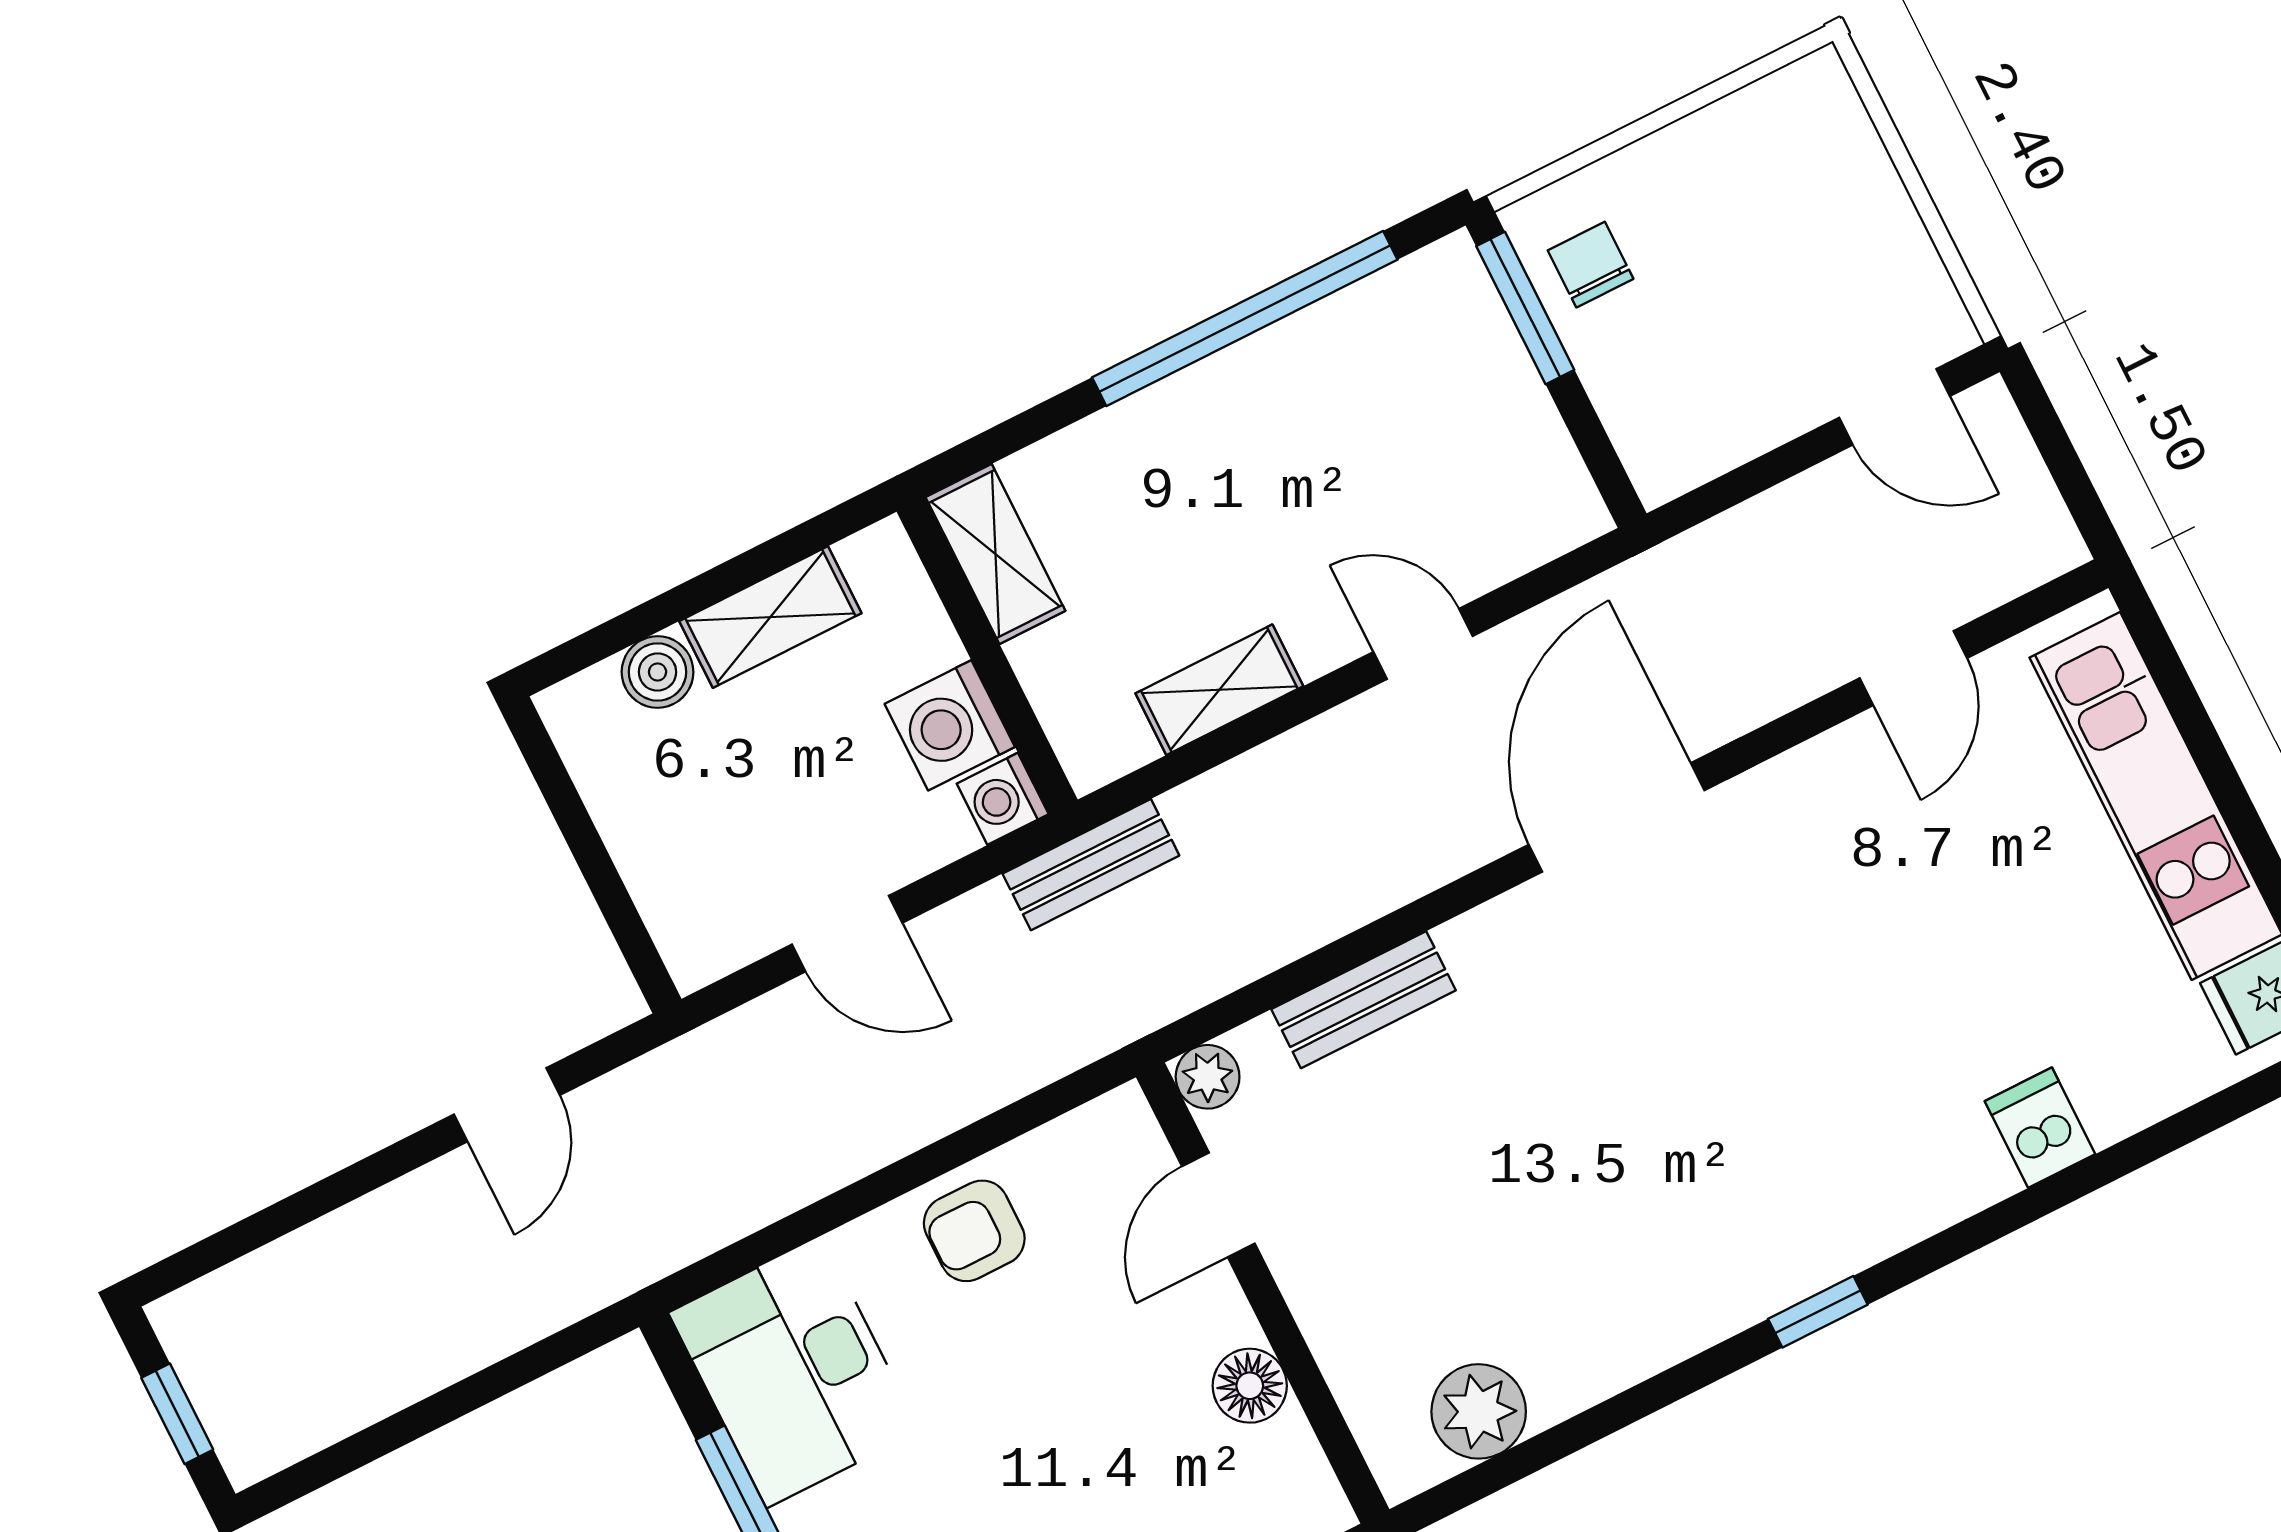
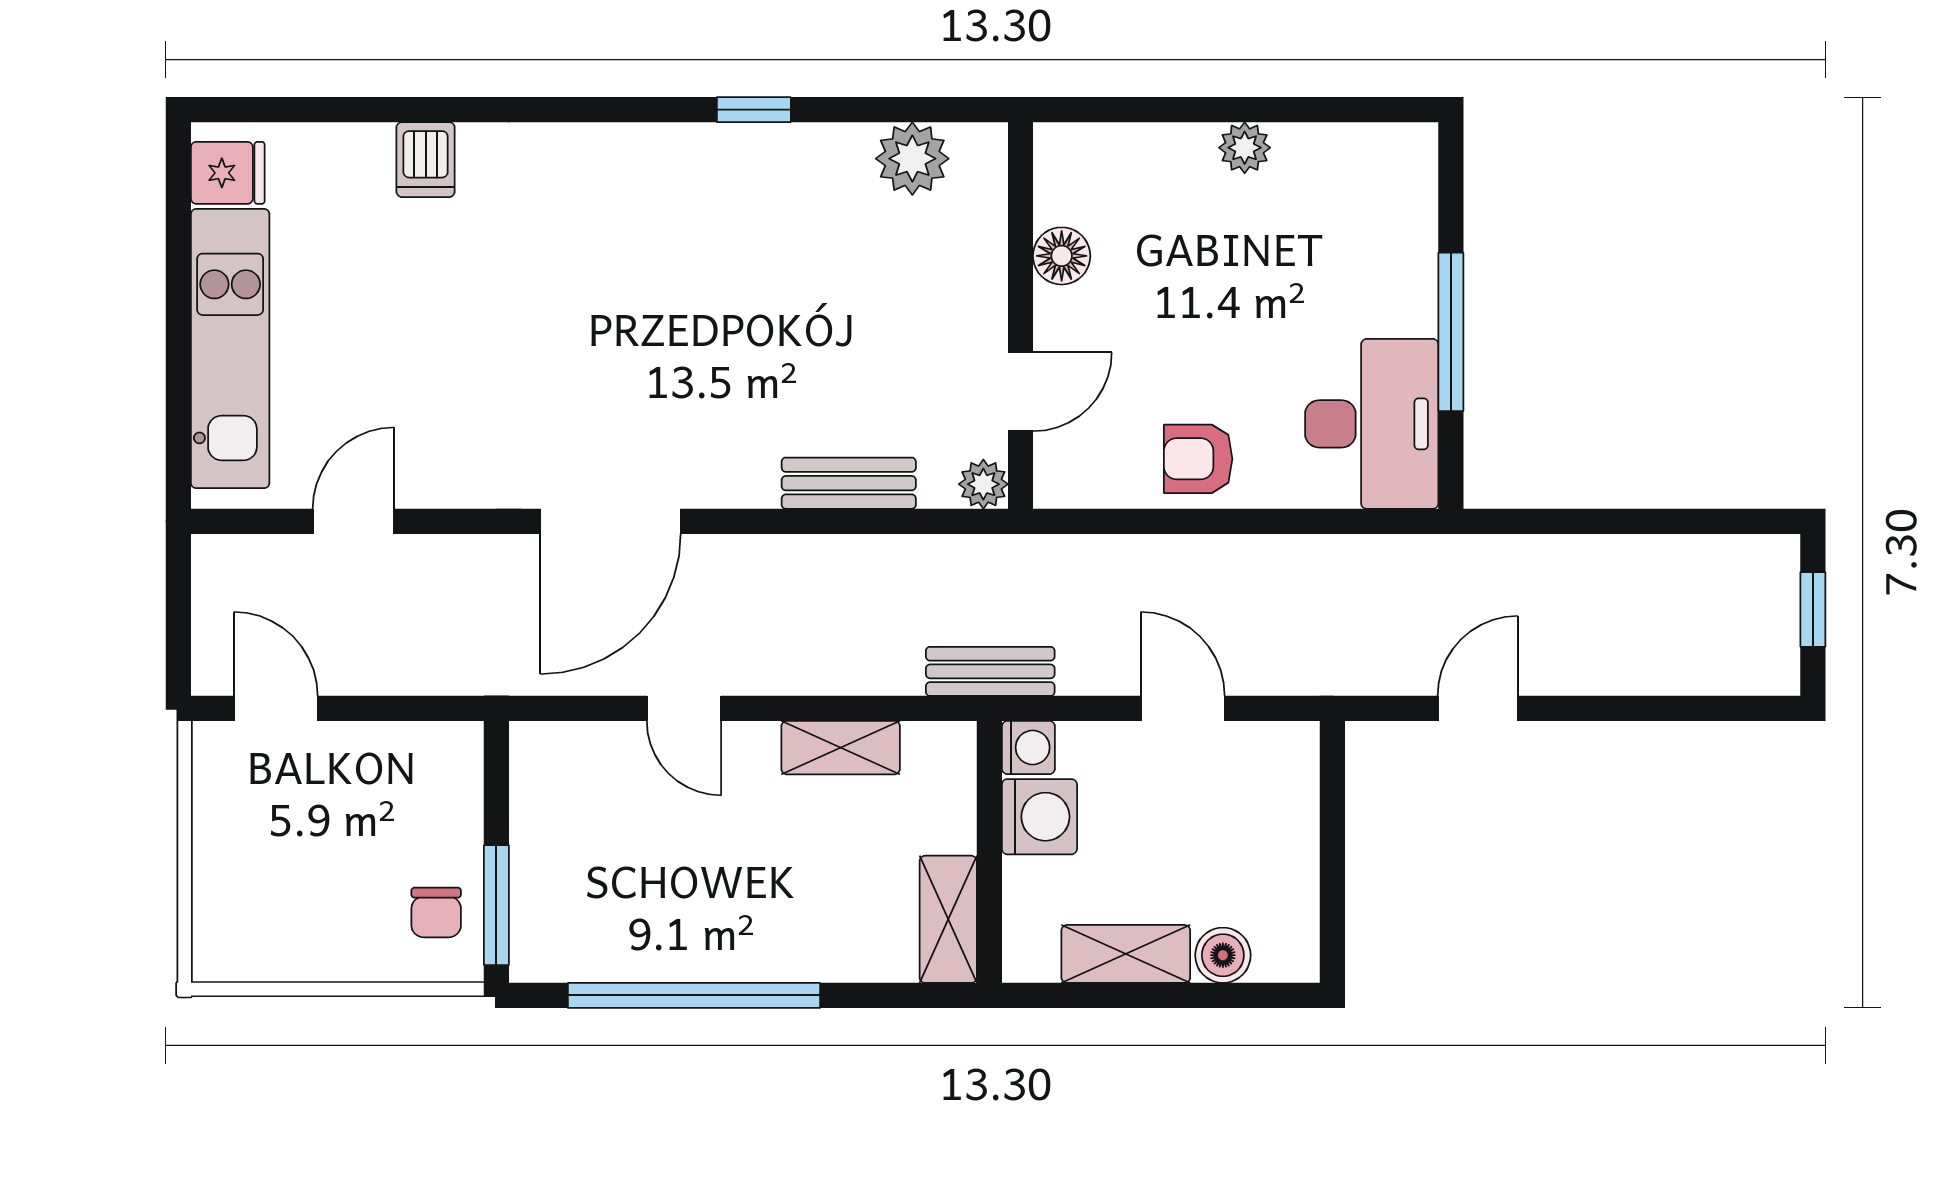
armchair: (974, 1231) -> (1198, 459), turned 180
window: (1818, 1312) -> (754, 110), moved

